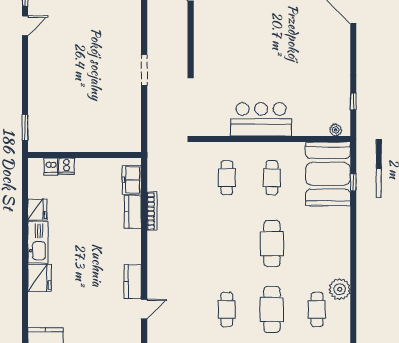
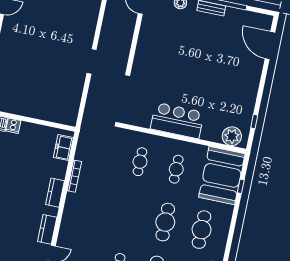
plant: (336, 130) -> (232, 136), width x1.87, depth x1.87
kitchen counter: (133, 212) -> (55, 193), moved
cafe table: (317, 244) -> (202, 230), added

